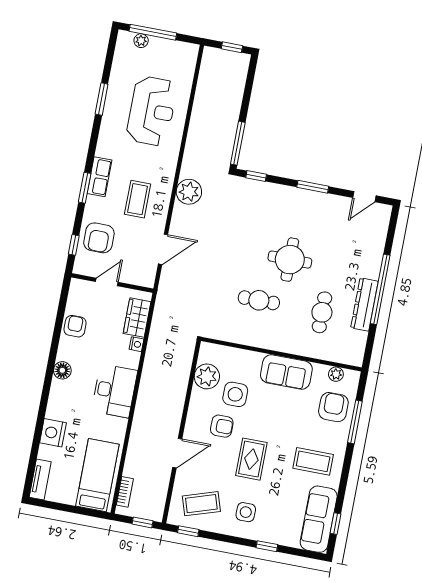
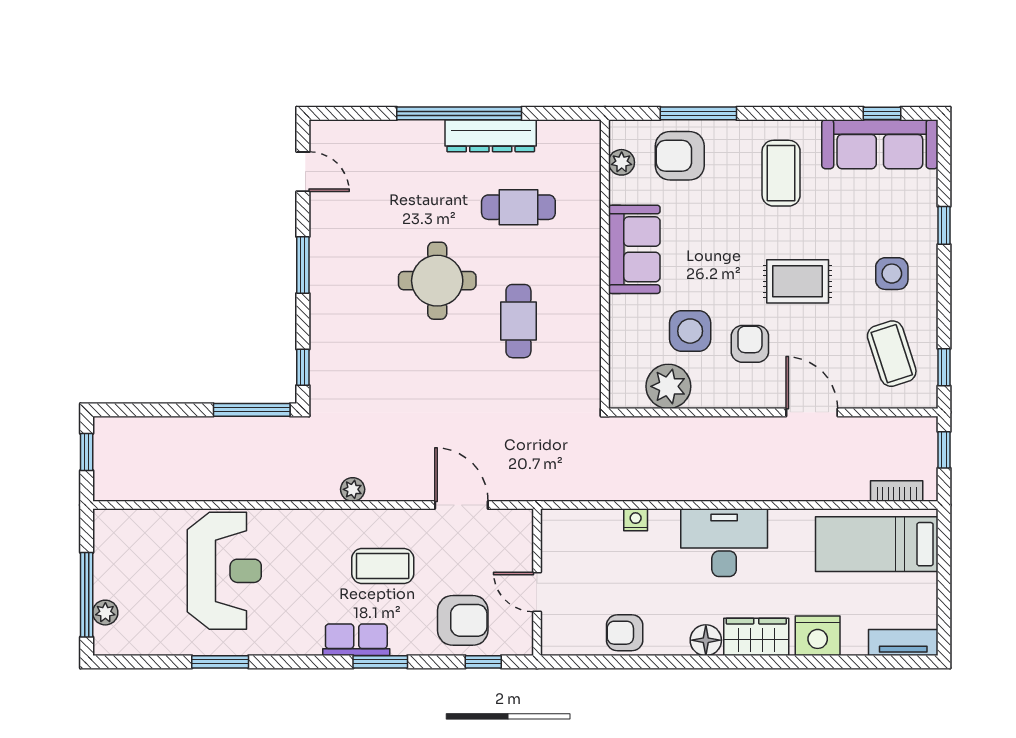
reception desk: (152, 111) -> (224, 571), turned 90
plant: (189, 192) -> (353, 489), width x0.53, depth x0.53
wardrobe: (137, 318) -> (756, 637), moved, turned 180

